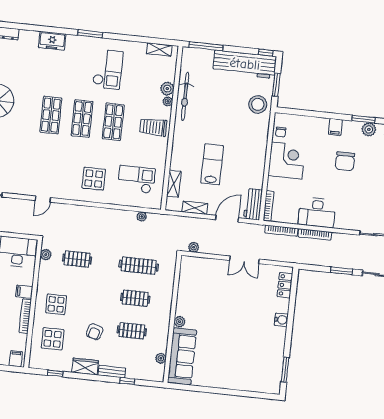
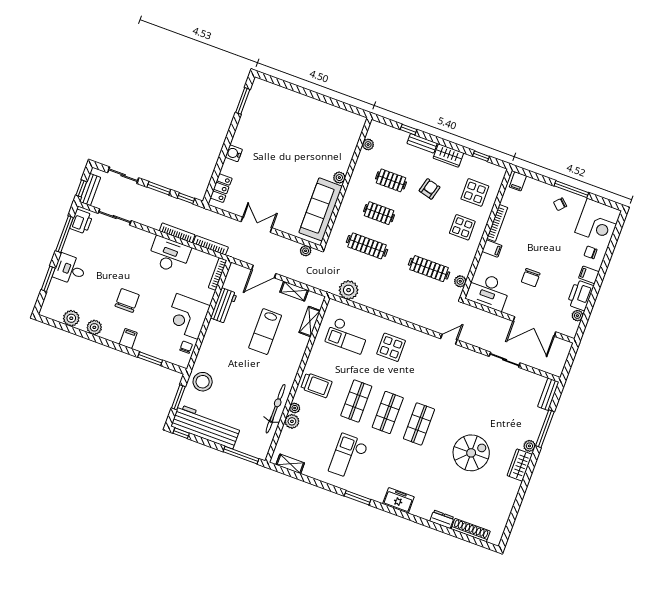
window: (363, 119) -> (150, 359), moved
workbench: (253, 204) -> (224, 306), moved
plant: (142, 217) -> (349, 290), width x1.88, depth x1.88
clothes rail: (77, 259) -> (429, 269), width x1.36
window: (315, 268) -> (186, 198), added
sofa: (182, 356) -> (321, 209), moved

